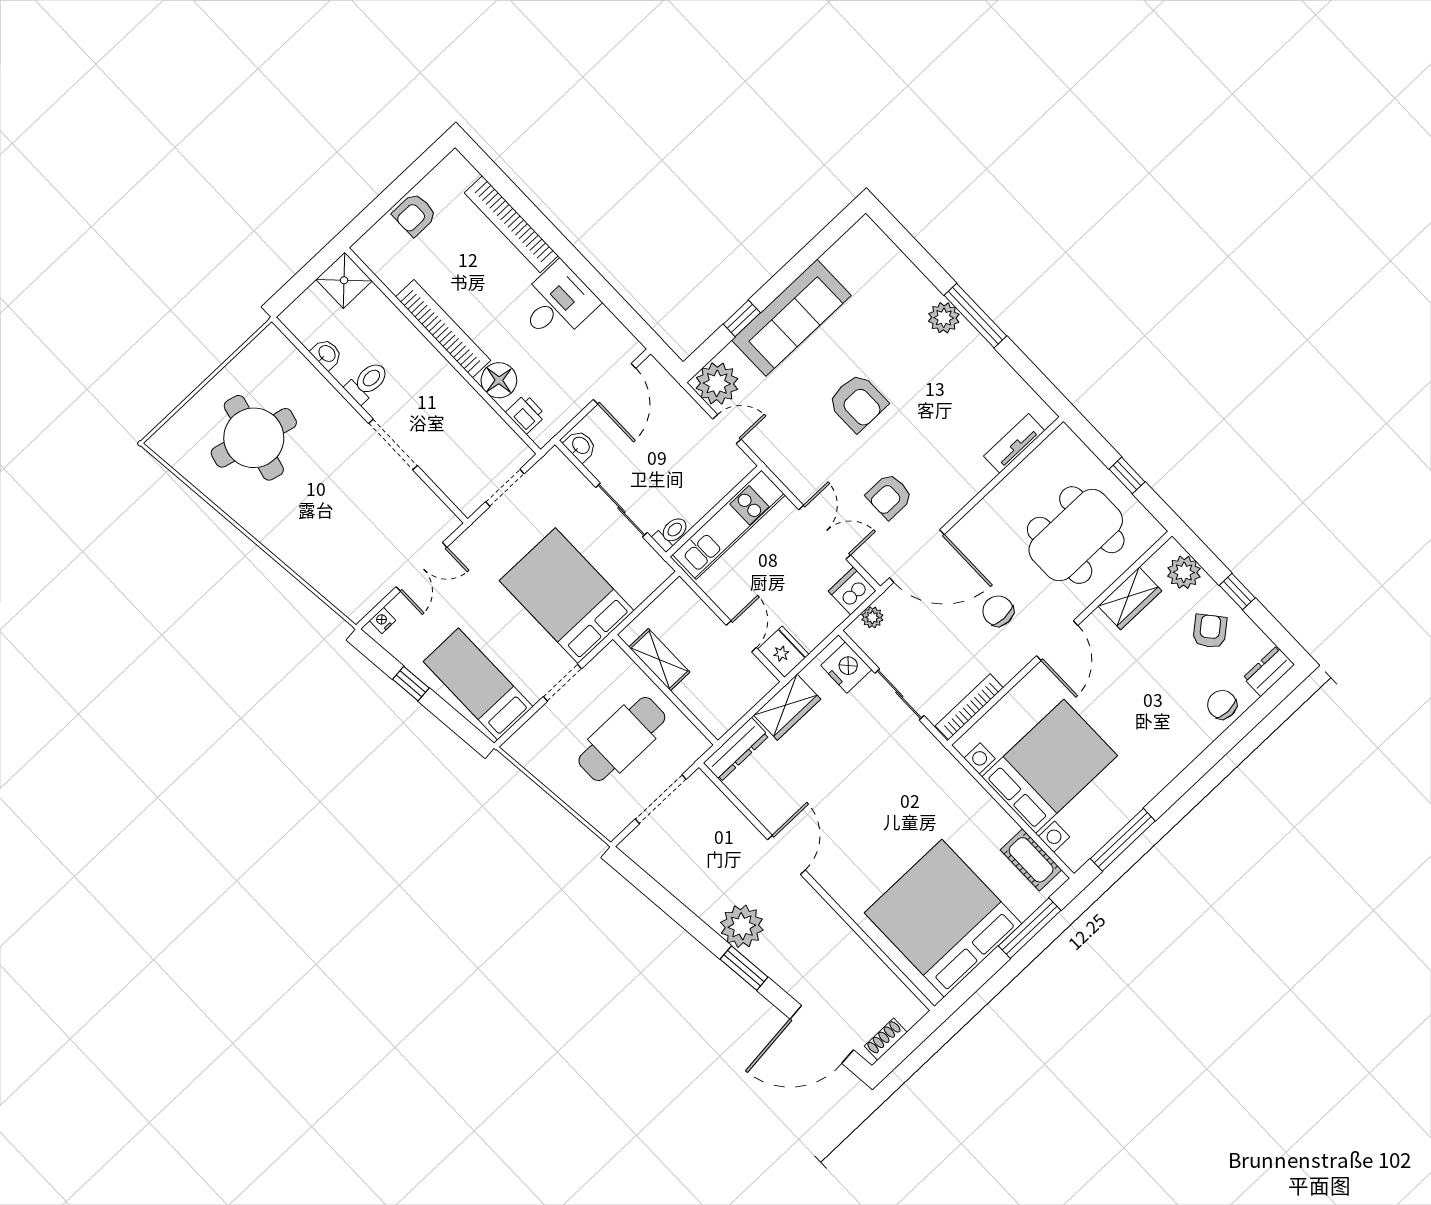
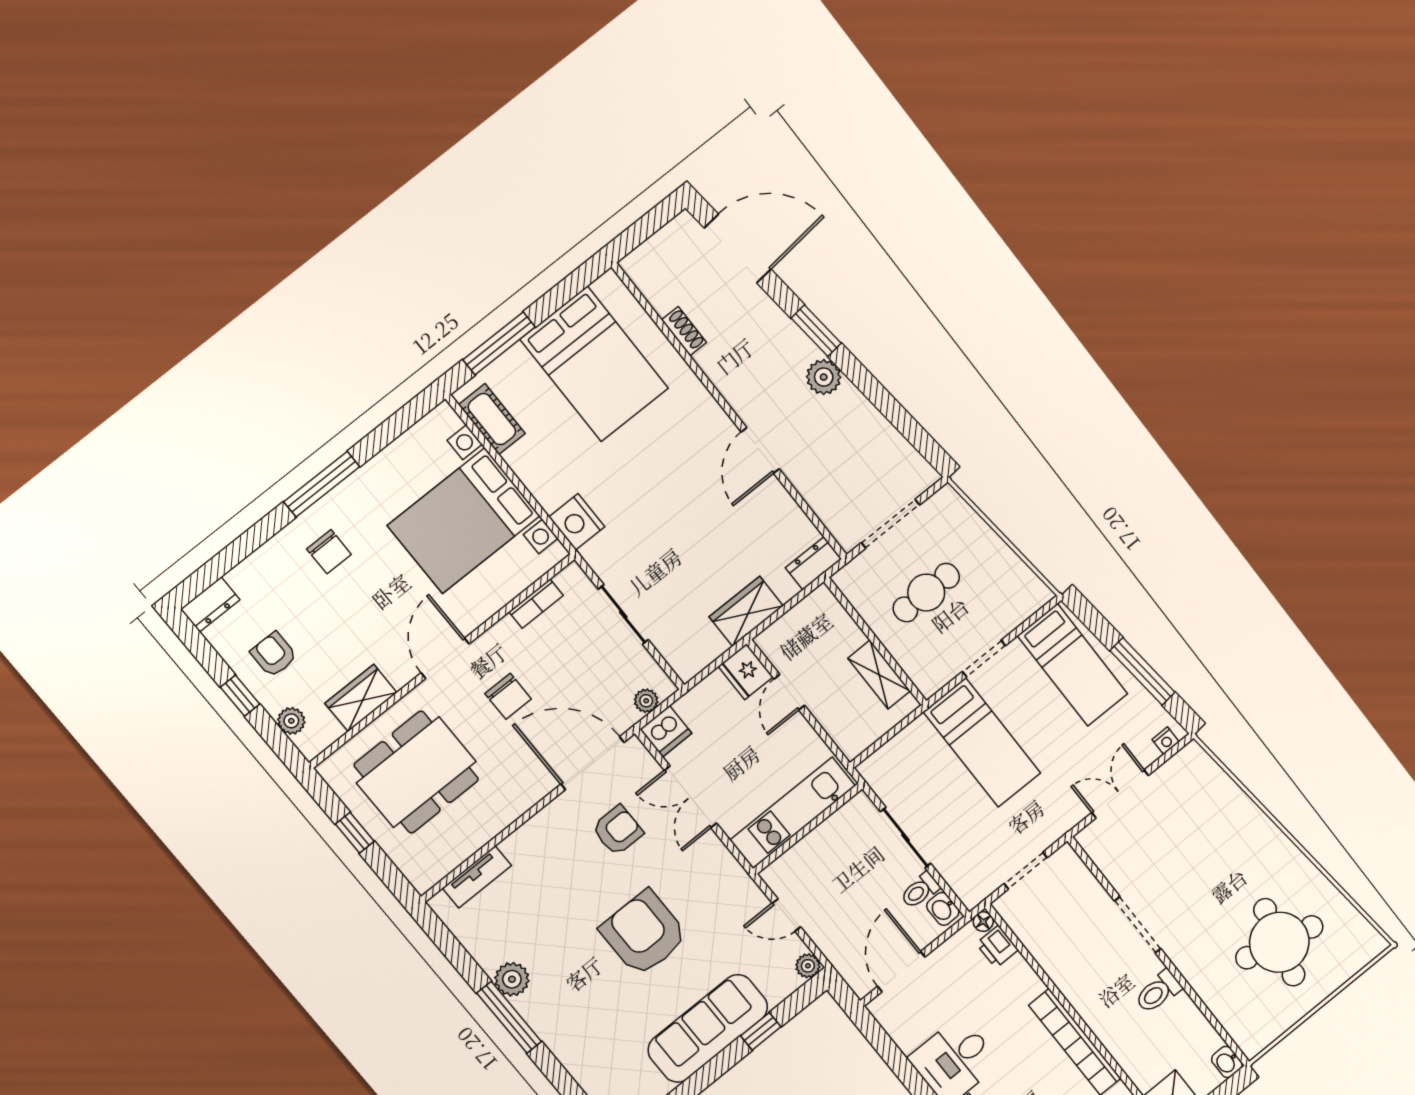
plant: (944, 318) -> (512, 979), moved
washbasin: (327, 354) -> (1227, 1062), moved
floor lamp: (499, 380) -> (983, 922), moved, width x0.53, depth x0.53
plant: (717, 383) -> (808, 966), width x0.53, depth x0.53
armchair: (858, 403) -> (644, 933), width x1.36, depth x1.36
toilet: (671, 533) -> (920, 890), moved
plant: (1184, 572) -> (291, 721), width x0.73, depth x0.73
bed: (567, 596) -> (982, 742), width x0.67
armchair: (1210, 631) -> (274, 654), turned 130
nightstand: (846, 668) -> (577, 522), moved
window: (411, 684) -> (1142, 671), width x2.17
chair: (1222, 705) -> (329, 552), moved
bookcase: (969, 707) -> (536, 604), width x0.64
cafe table: (622, 739) -> (926, 593), width x0.73, depth x0.74
dresser: (736, 749) -> (814, 563), width x0.70
window: (1123, 840) -> (322, 484), moved
bed: (943, 918) -> (594, 364), width x0.73
plant: (742, 926) -> (824, 377), width x0.73, depth x0.73
shoe rack: (886, 1039) -> (684, 331), moved, turned -90

